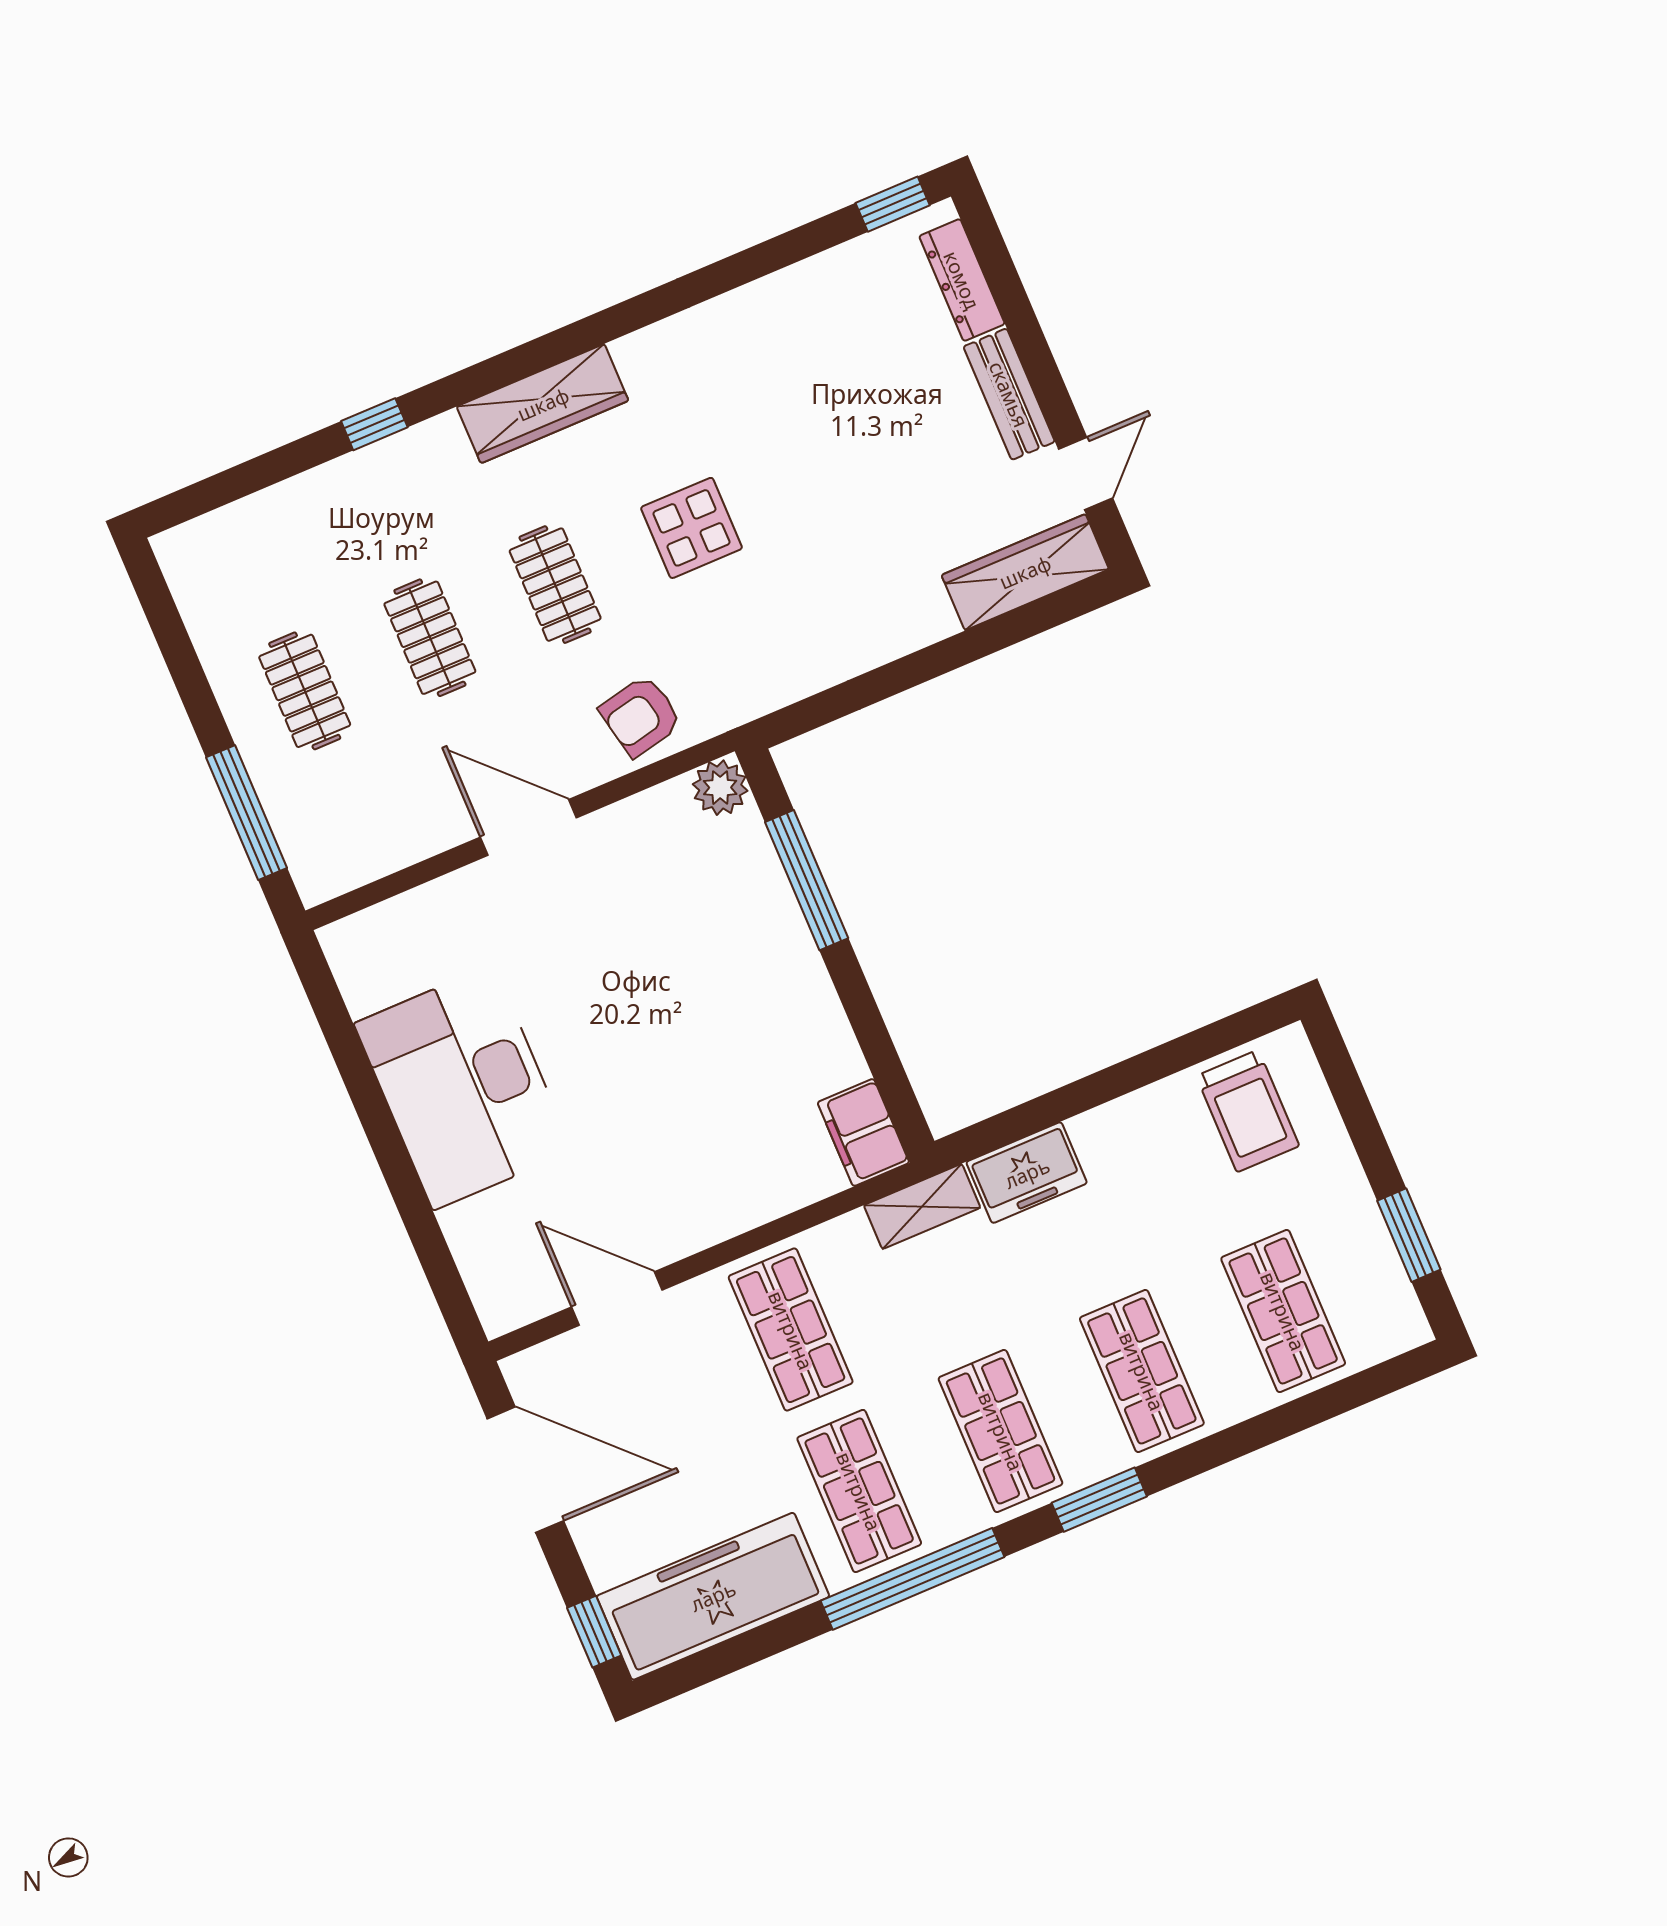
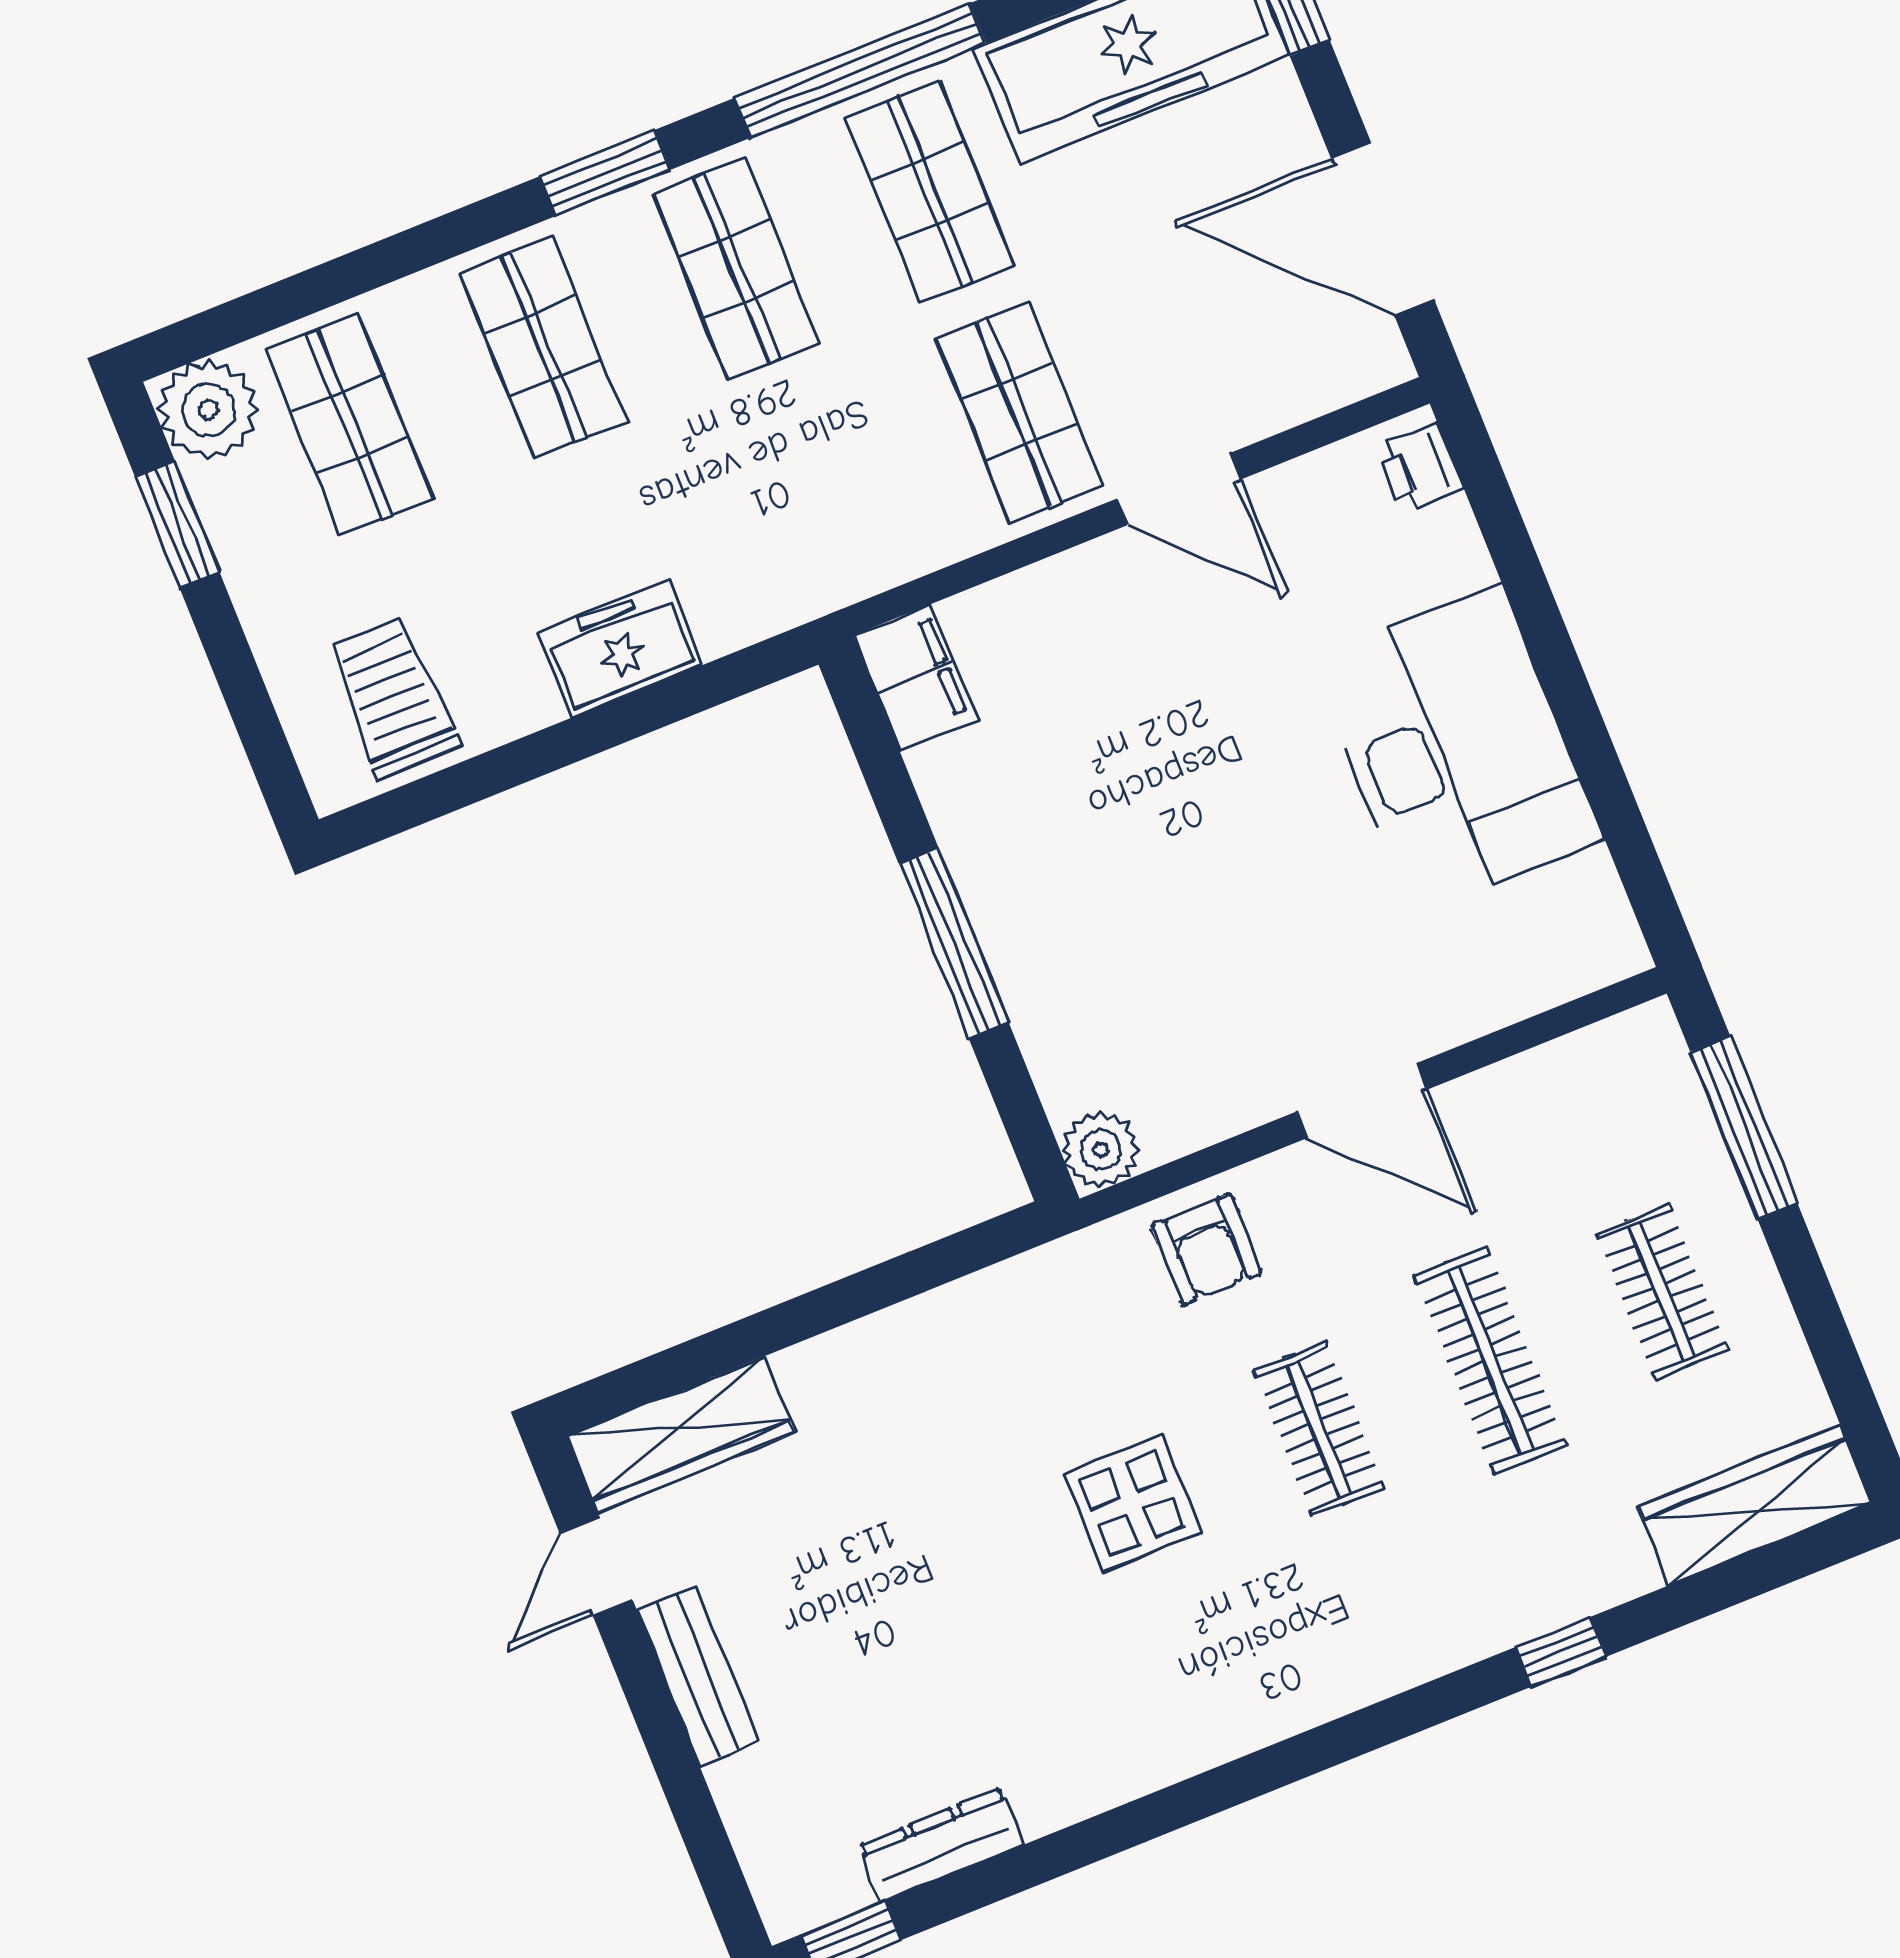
dresser: (962, 280) -> (941, 1845), moved, turned -90
wardrobe: (543, 404) -> (1755, 1505), moved
clothes rail: (430, 638) -> (1491, 1361), width x1.36
armchair: (641, 716) -> (1206, 1249), turned 102
window: (807, 880) -> (954, 943), moved
freezer: (1027, 1173) -> (621, 649), moved
shelving: (922, 1206) -> (837, 576), removed
printer: (495, 1294) -> (1420, 468), added
door: (617, 1299) -> (1179, 489), moved
plant: (1388, 1320) -> (208, 410), added

